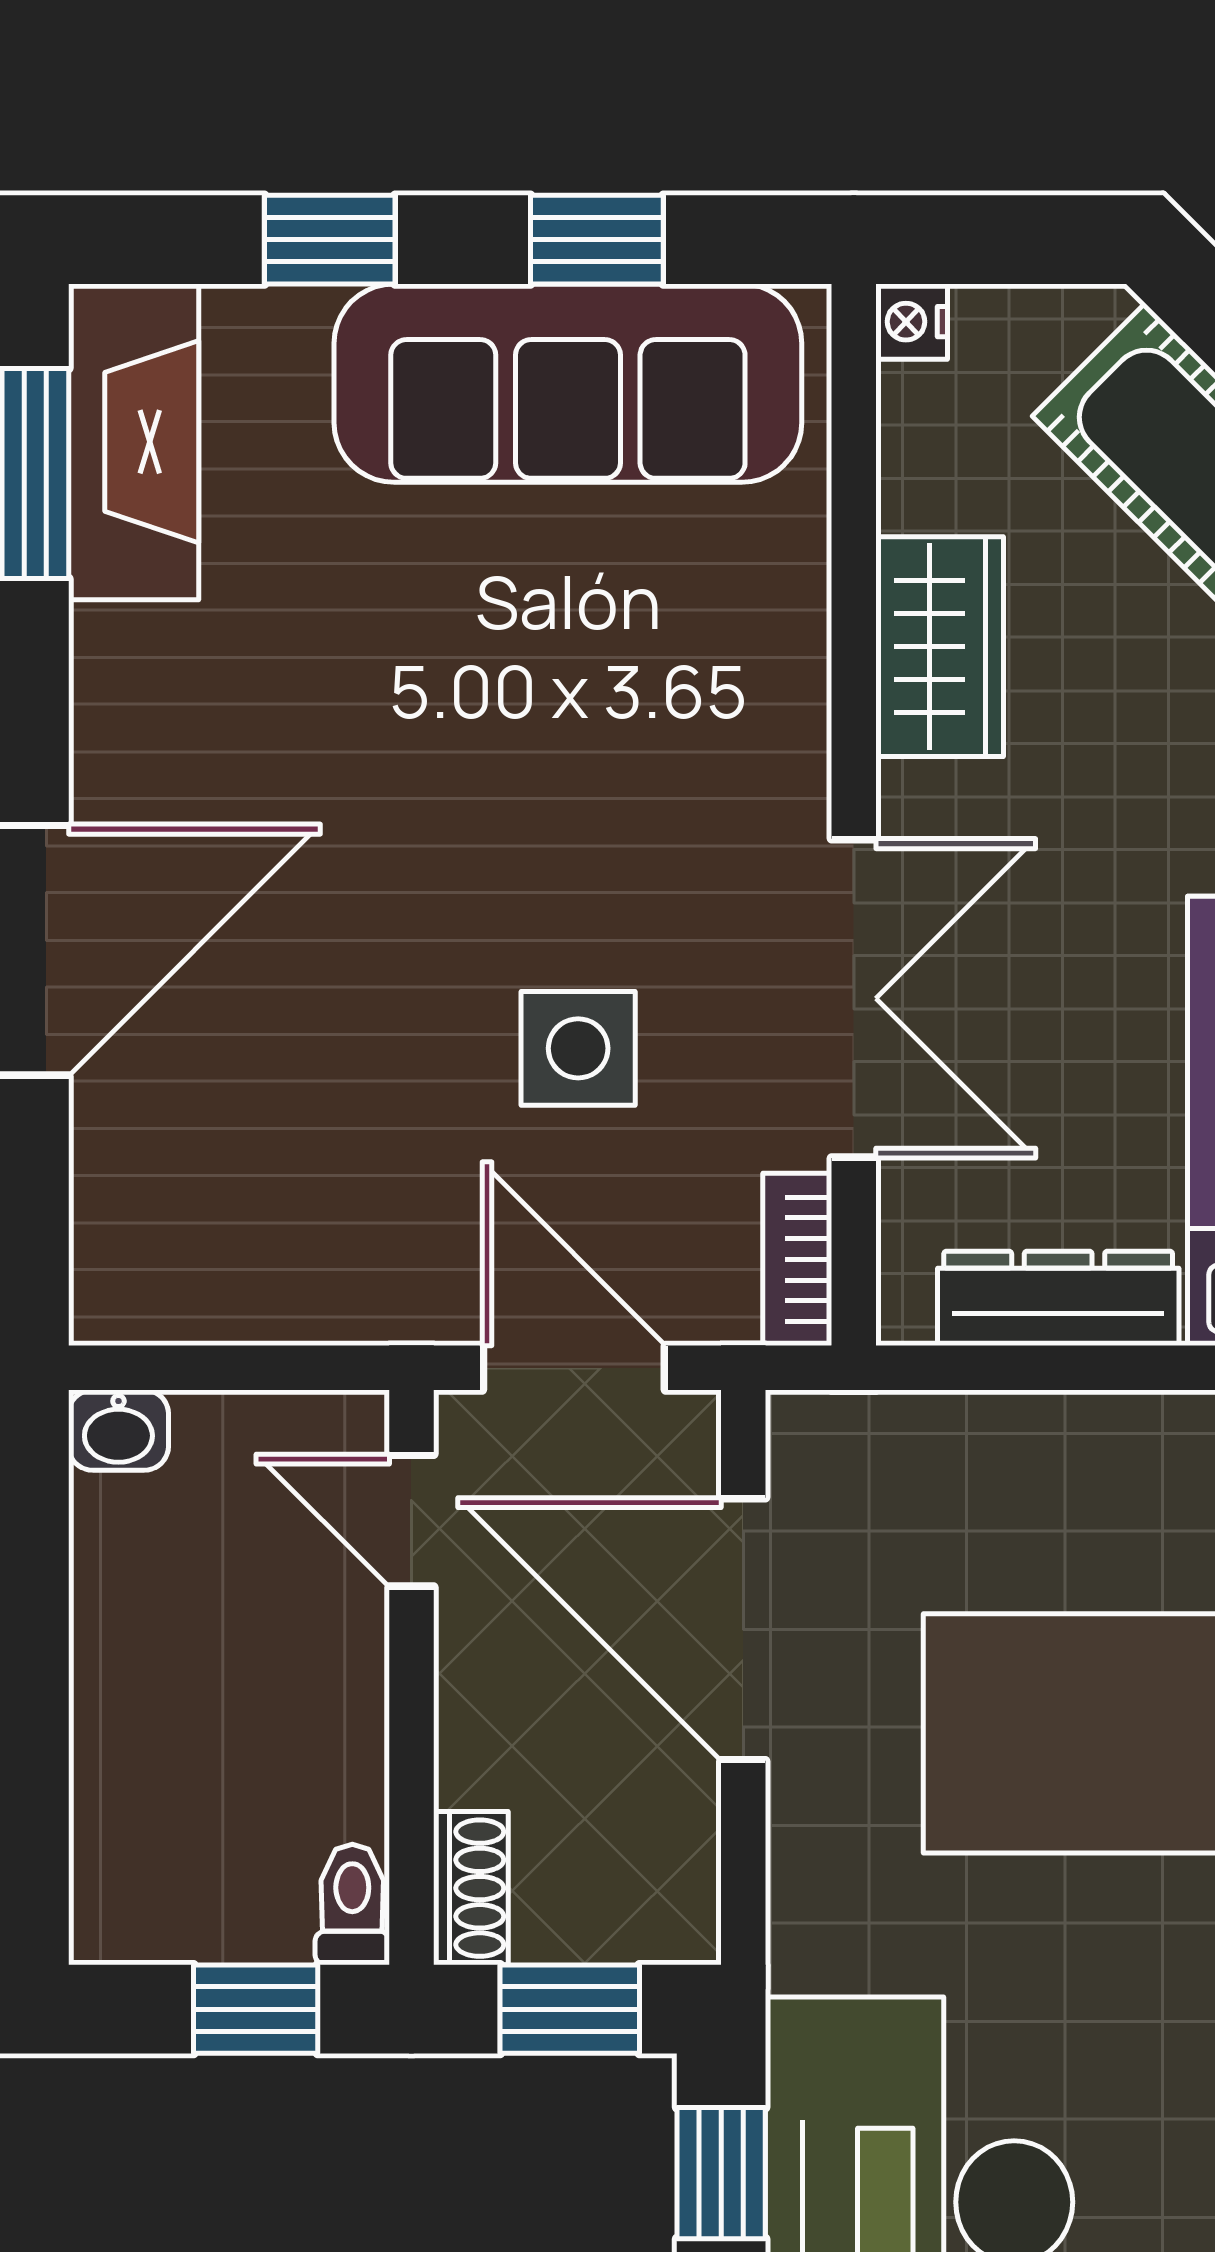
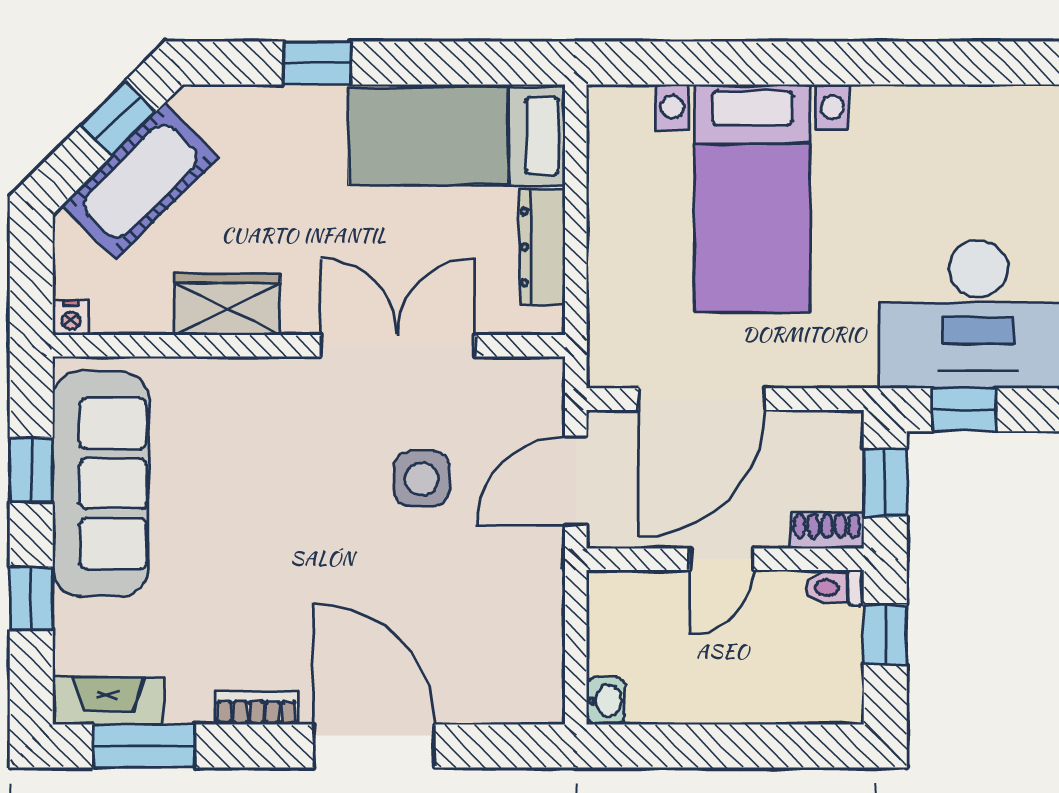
fireplace: (134, 442) -> (108, 701), width x0.73, depth x0.76
bookcase: (797, 1259) -> (256, 708), moved, turned 180
door: (411, 1521) -> (721, 559), moved

